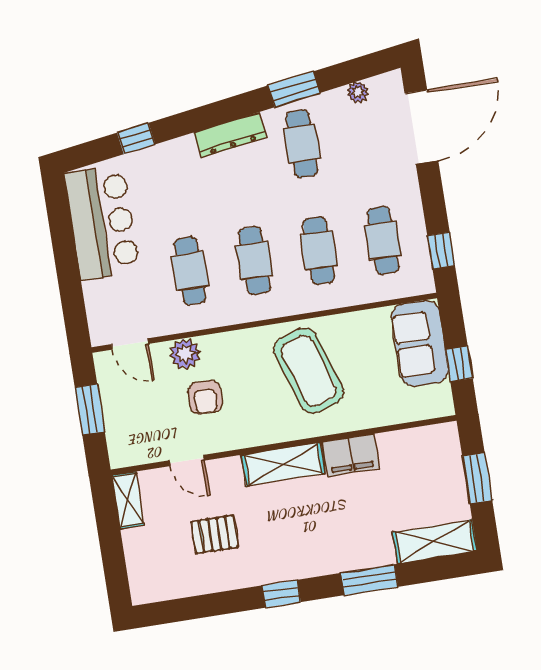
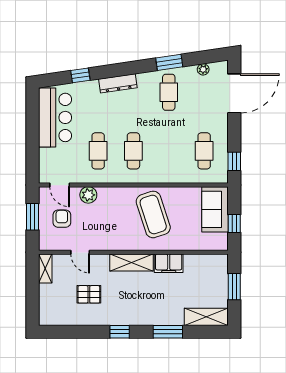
dresser: (230, 135) -> (118, 83), moved
cafe table: (319, 250) -> (169, 151), removed
armchair: (205, 397) -> (62, 219), moved, turned 180

